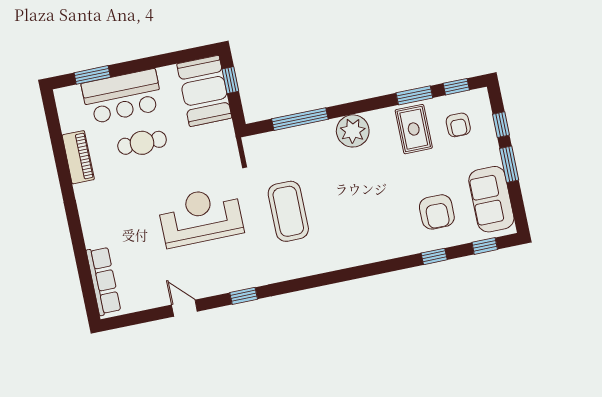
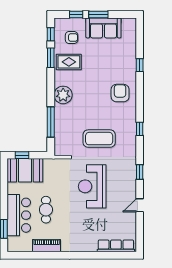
sofa: (491, 199) -> (103, 28), moved
armchair: (437, 212) -> (120, 93), moved, turned -90
window: (485, 246) -> (140, 129), moved

